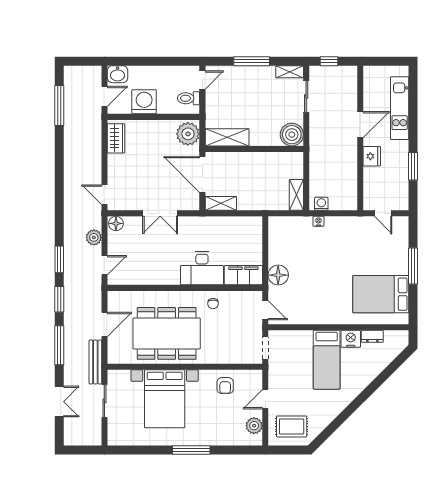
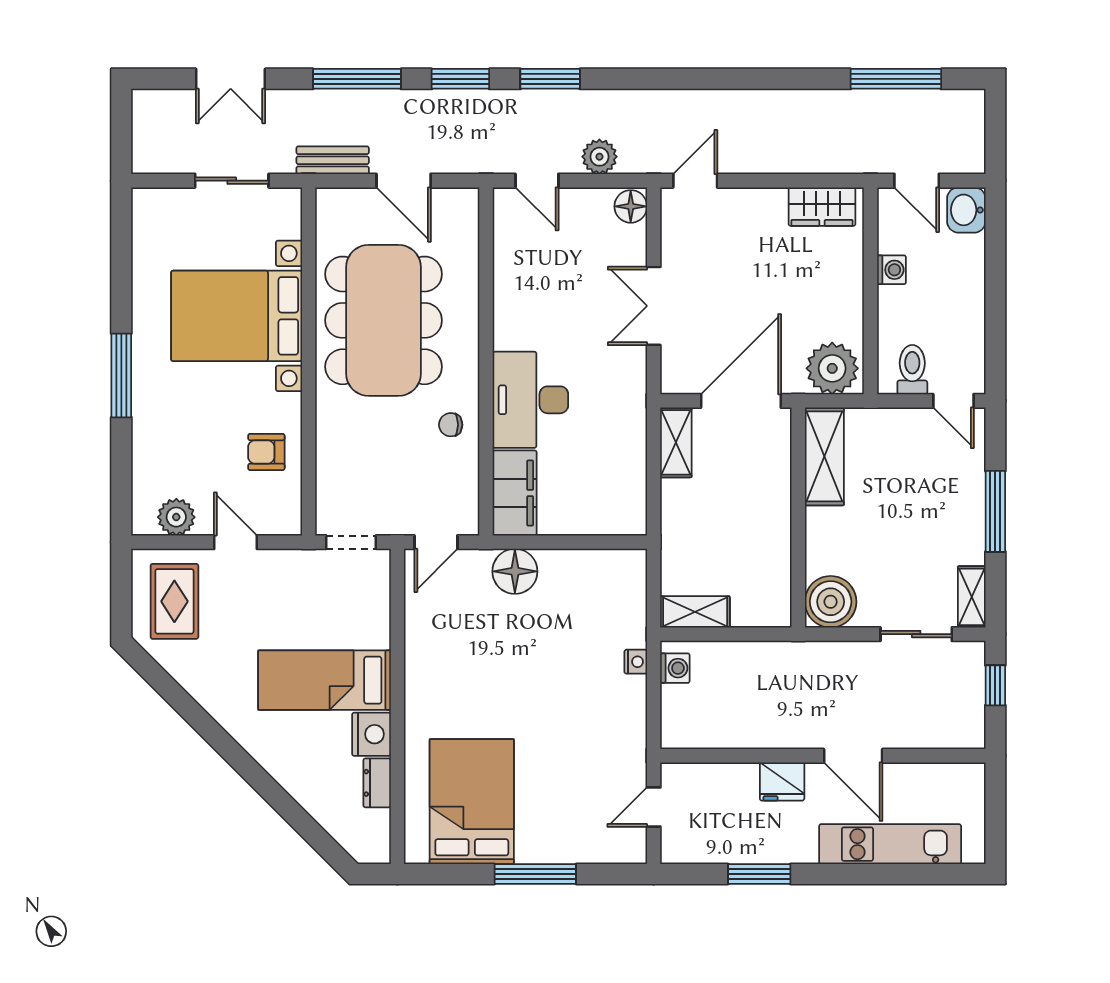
washing machine: (144, 102) -> (892, 270), width x0.53, depth x0.53
bench: (95, 362) -> (333, 160), width x0.73

